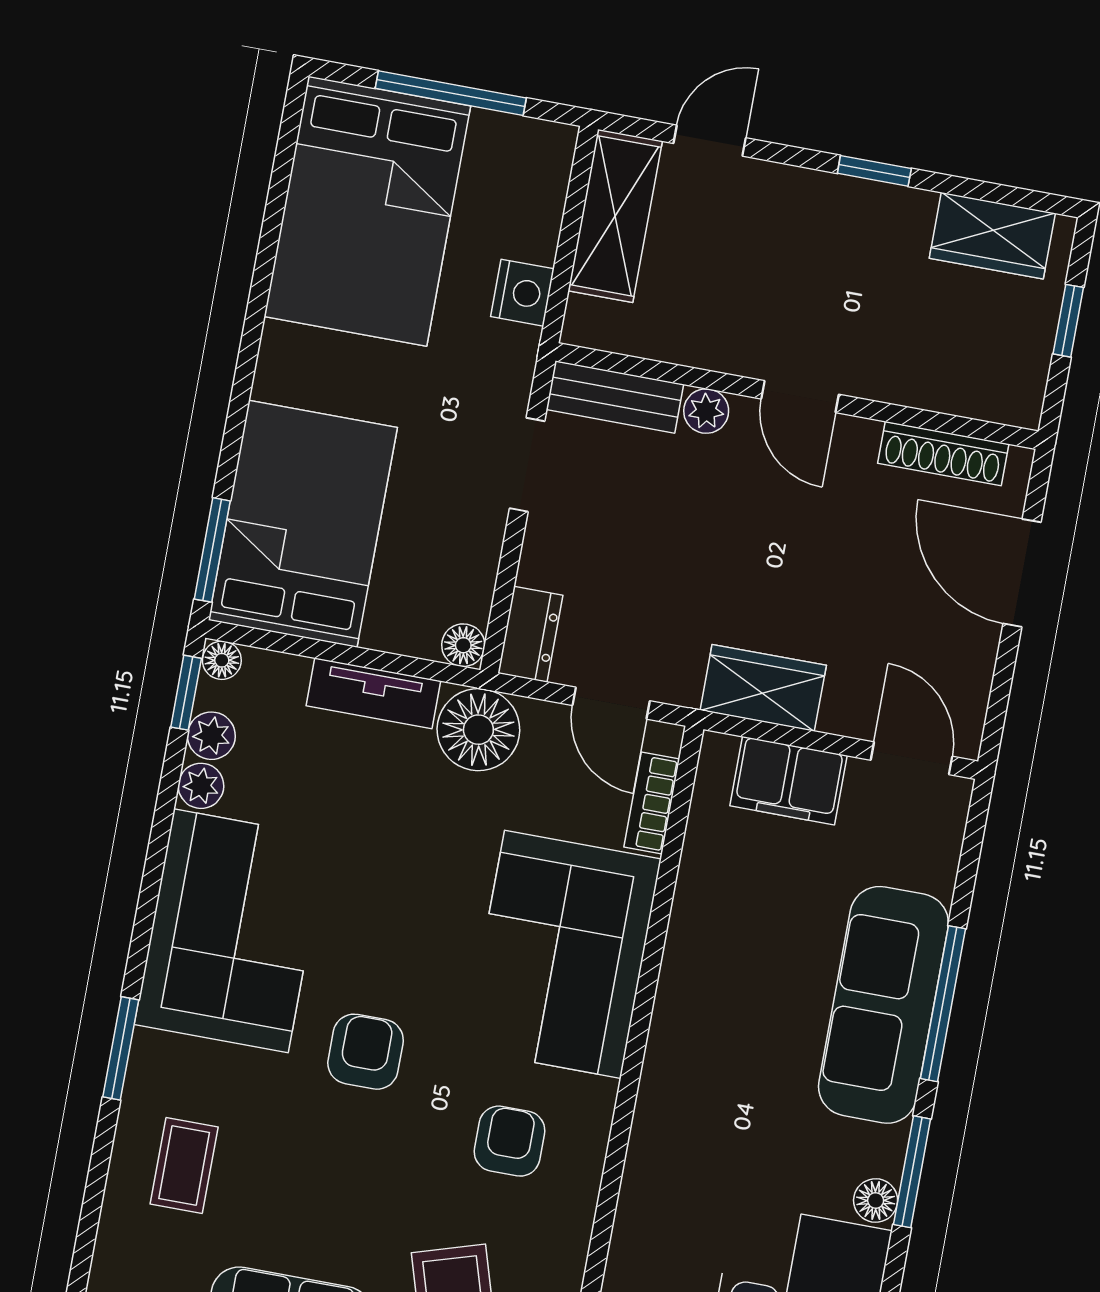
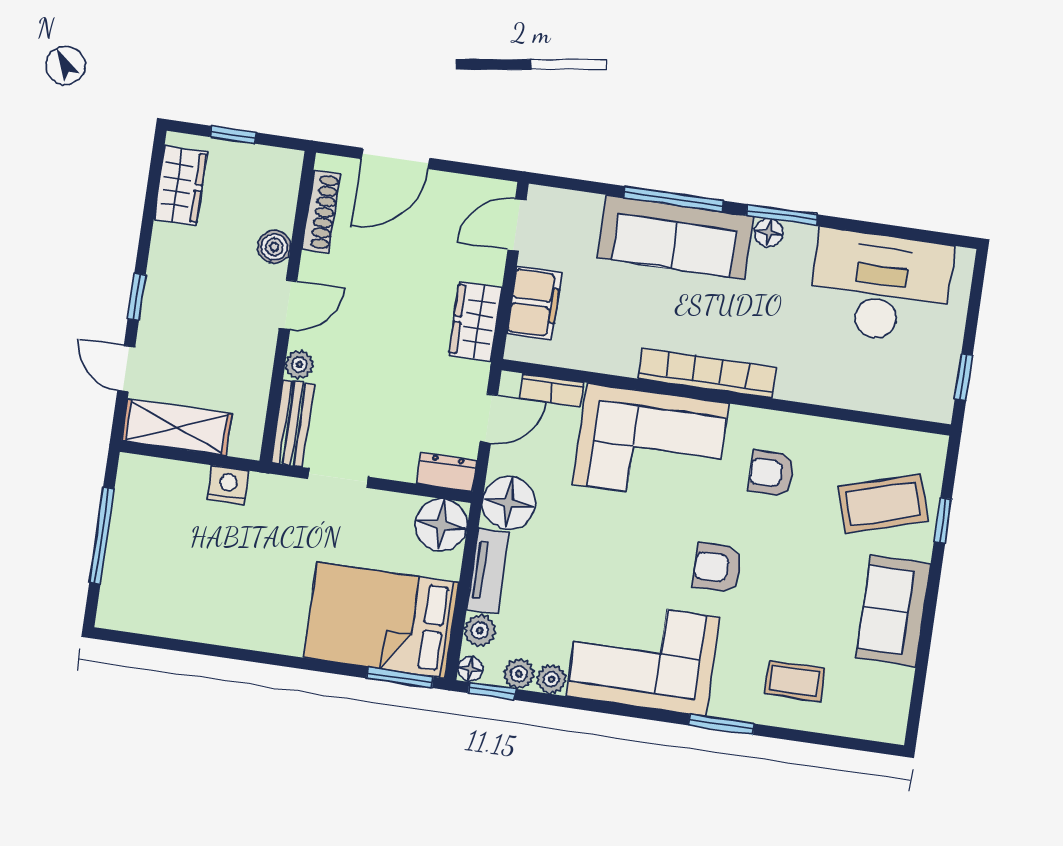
window: (874, 171) -> (137, 297), moved
bed: (367, 211) -> (179, 586), removed
boiler: (891, 378) -> (274, 247), added
floor lamp: (463, 645) -> (441, 525), width x1.89, depth x1.89
plant: (281, 677) -> (480, 631), added
bookcase: (669, 1046) -> (707, 373), added
floor lamp: (876, 1201) -> (769, 233), moved

